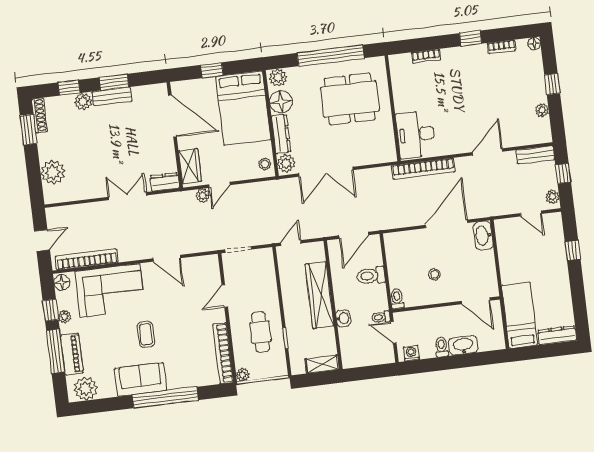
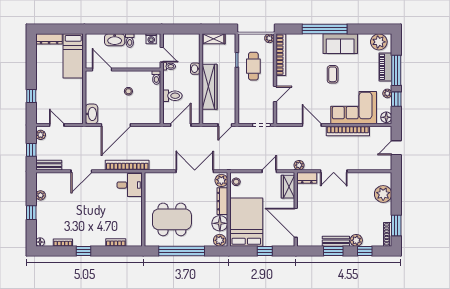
desk: (416, 134) -> (130, 185), width x0.73
plant: (203, 196) -> (299, 165), moved
bookcase: (87, 259) -> (348, 131), moved

